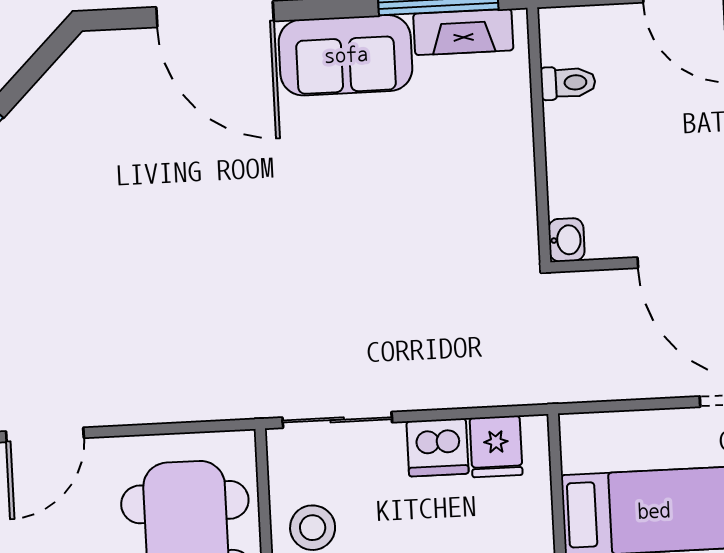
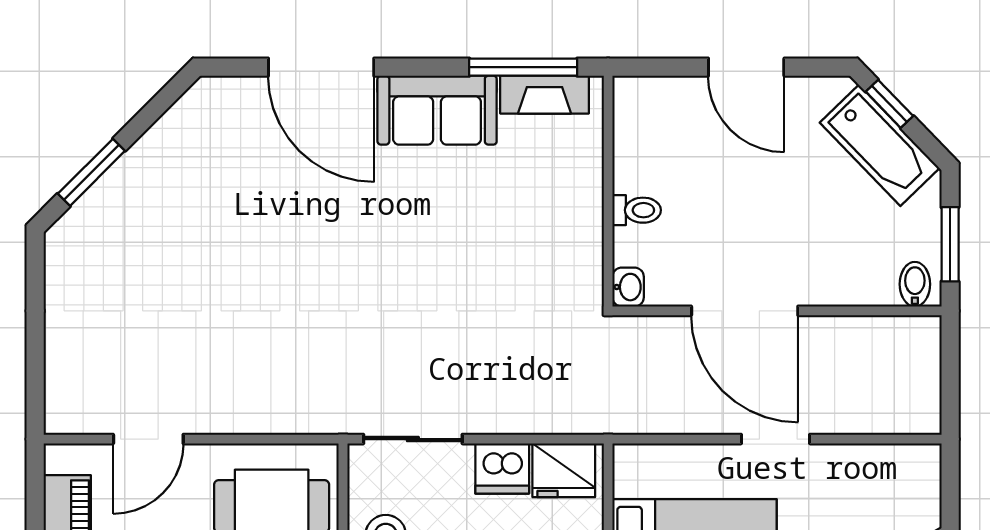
toilet: (568, 83) -> (637, 210), moved
fridge: (496, 446) -> (564, 470), width x1.38

